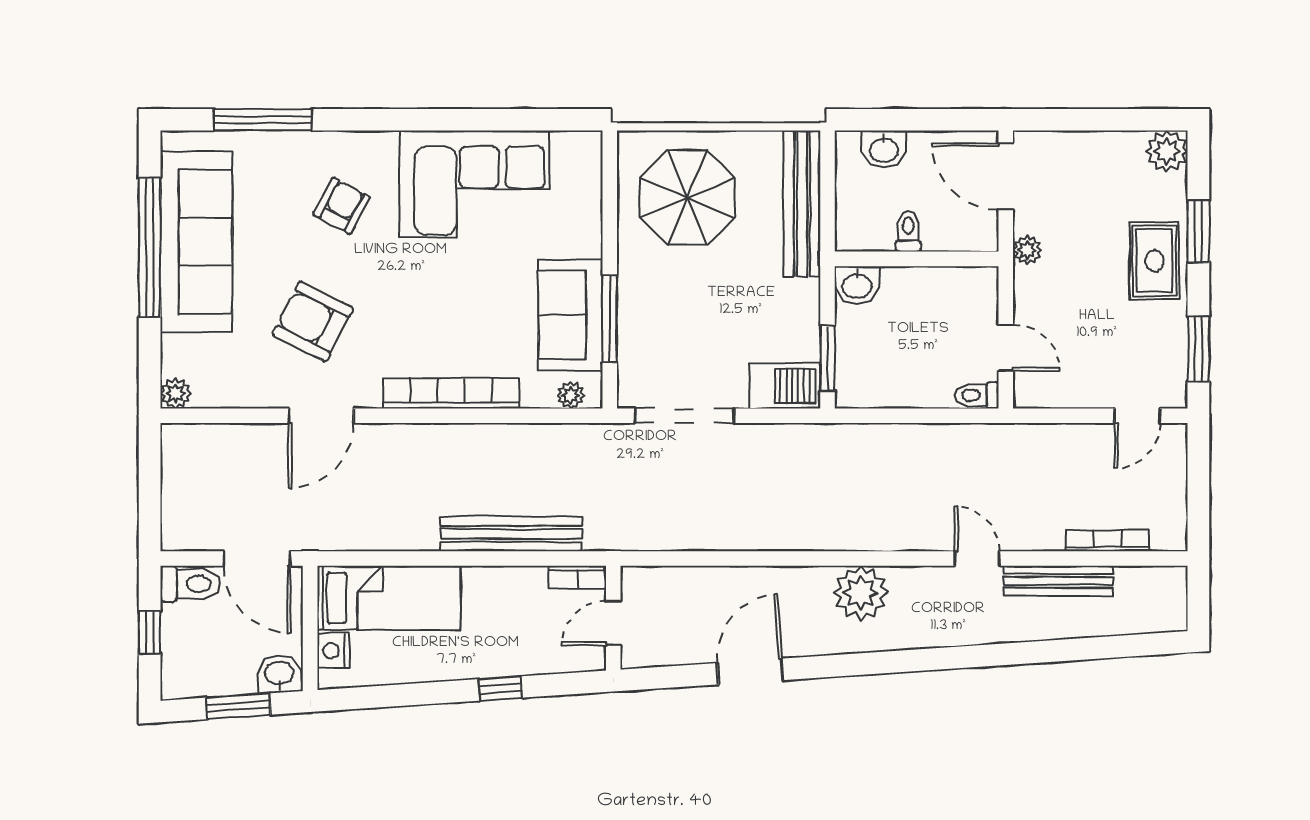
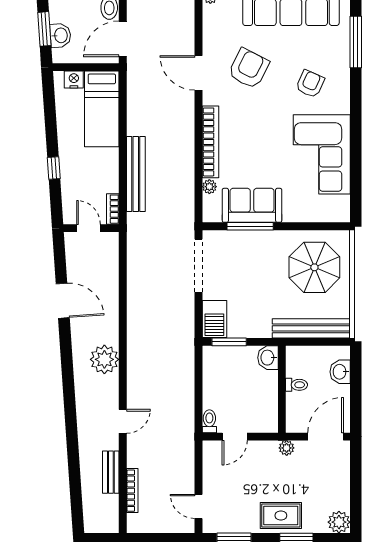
armchair: (342, 206) -> (310, 84), turned -94
plant: (571, 395) -> (209, 187), moved
bench: (1058, 581) -> (111, 472), width x0.73
washbasin: (279, 674) -> (60, 35), moved

